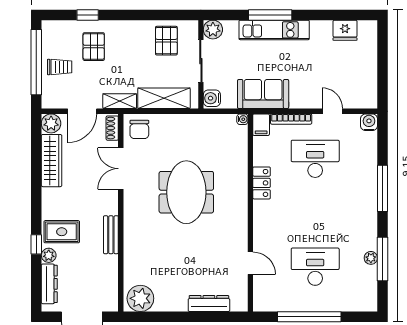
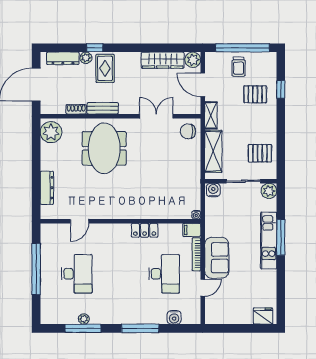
fridge: (345, 30) -> (263, 316), moved, turned 90
sofa: (263, 94) -> (217, 258), moved
water cooler: (369, 122) -> (174, 317), moved, turned 90
shoe rack: (112, 128) -> (76, 109), moved
meeting table: (186, 192) -> (104, 148), moved, turned 90

